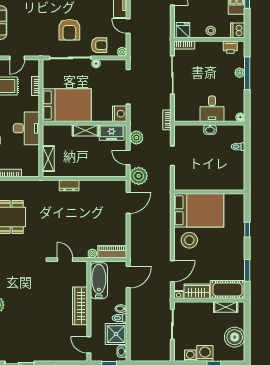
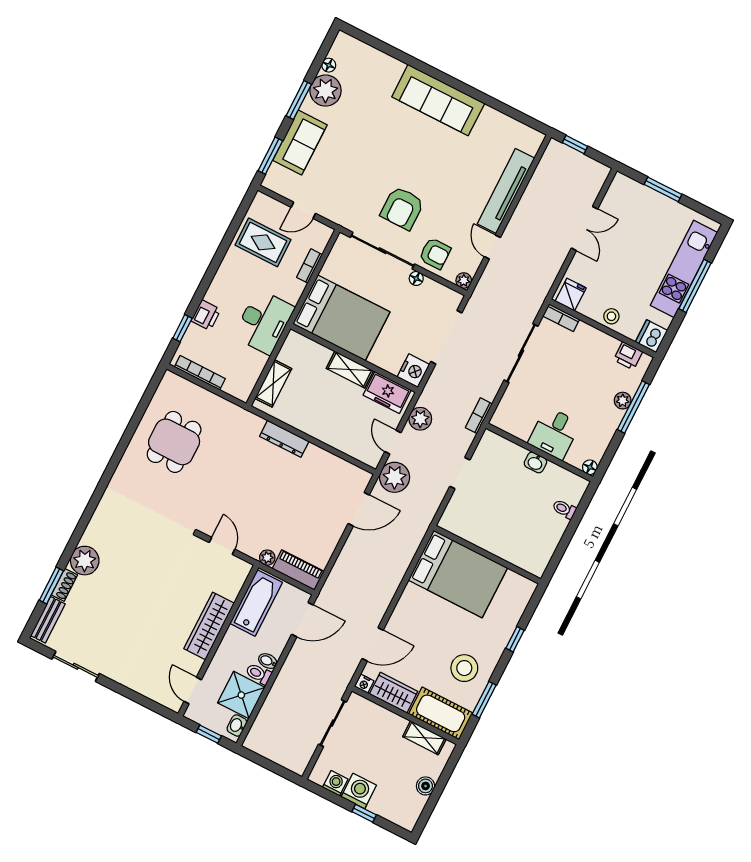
dresser: (69, 185) -> (284, 439), width x1.44
stool: (189, 240) -> (464, 668), moved
boiler: (235, 337) -> (426, 786), width x0.54, depth x0.54

